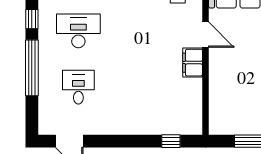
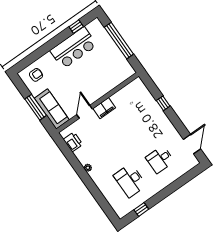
window: (32, 68) -> (167, 191), removed
window: (171, 141) -> (163, 103), moved

